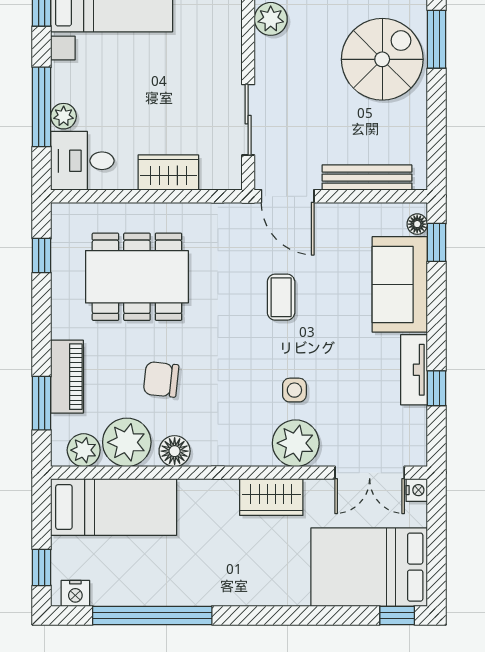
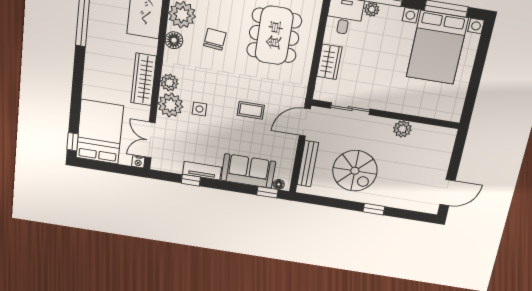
window: (437, 39) -> (374, 209), width x0.67
spiral stairs: (382, 59) -> (355, 171), moved
plant: (254, 450) -> (169, 83), added
wardrobe: (271, 497) -> (144, 79), width x1.50

